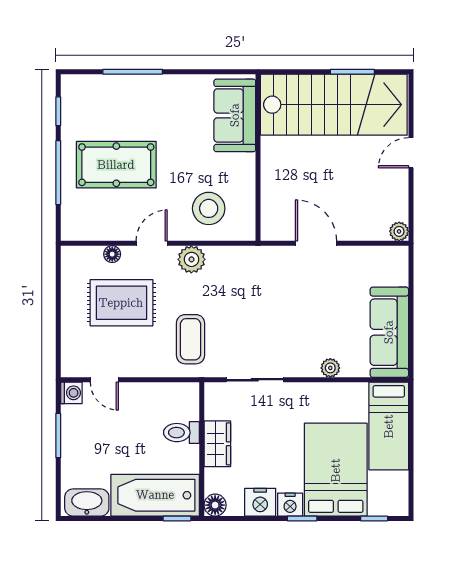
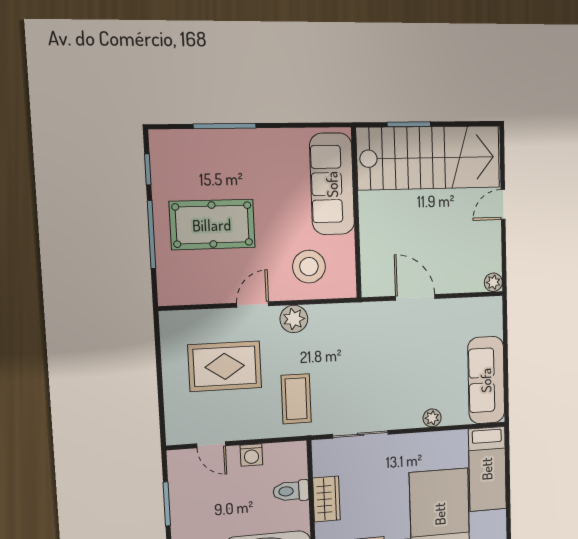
window: (352, 72) -> (409, 124), moved
sofa: (235, 115) -> (332, 184), width x1.36
floor lamp: (112, 254) -> (213, 317), removed
washing machine: (71, 393) -> (251, 455), moved, turned 90

